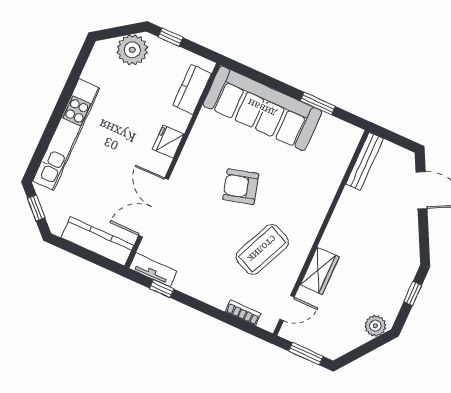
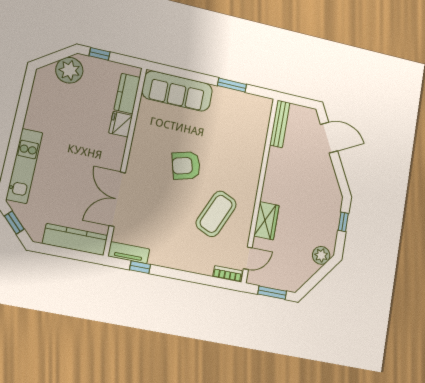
sofa: (262, 108) -> (177, 91), width x0.74, depth x0.79
kitchen unit: (66, 134) -> (24, 166), width x0.73
fridge: (168, 142) -> (121, 124), moved
bookcase: (243, 313) -> (228, 274), moved

